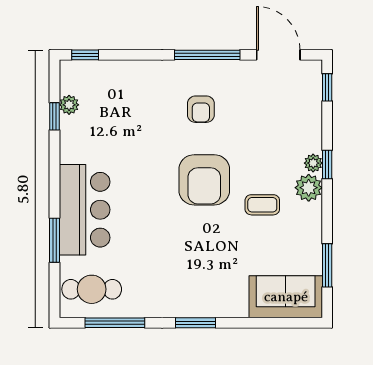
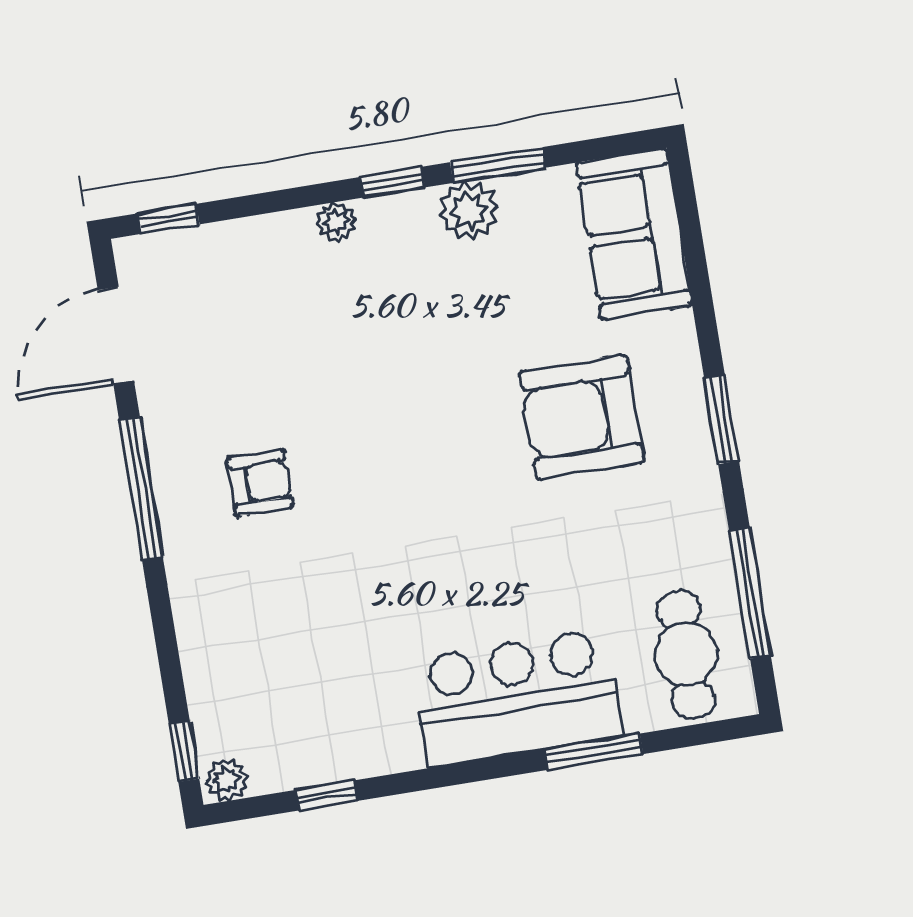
plant: (69, 105) -> (227, 780), moved
window: (327, 164) -> (393, 182), moved
armchair: (204, 180) -> (582, 417), moved, turned 180
plant: (309, 188) -> (469, 211), moved
coffee table: (262, 205) -> (444, 317), removed
window: (327, 265) -> (498, 165), moved

